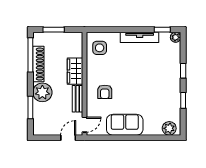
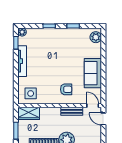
wardrobe: (75, 71) -> (29, 113), moved

